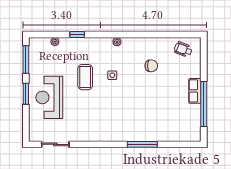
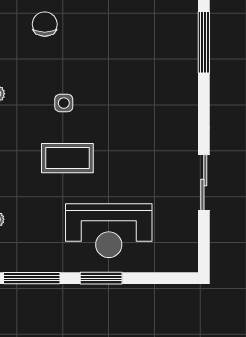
sliding door: (55, 144) -> (204, 183), moved

